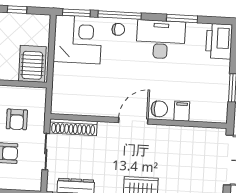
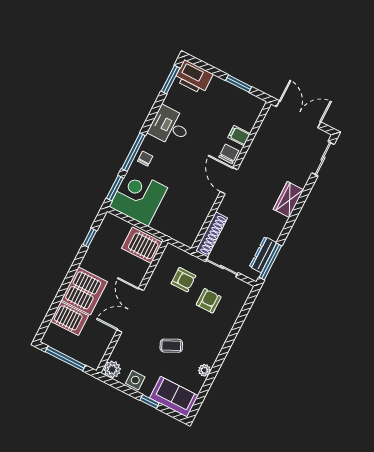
window: (182, 18) -> (171, 80), moved
desk: (161, 39) -> (170, 126), width x0.73

